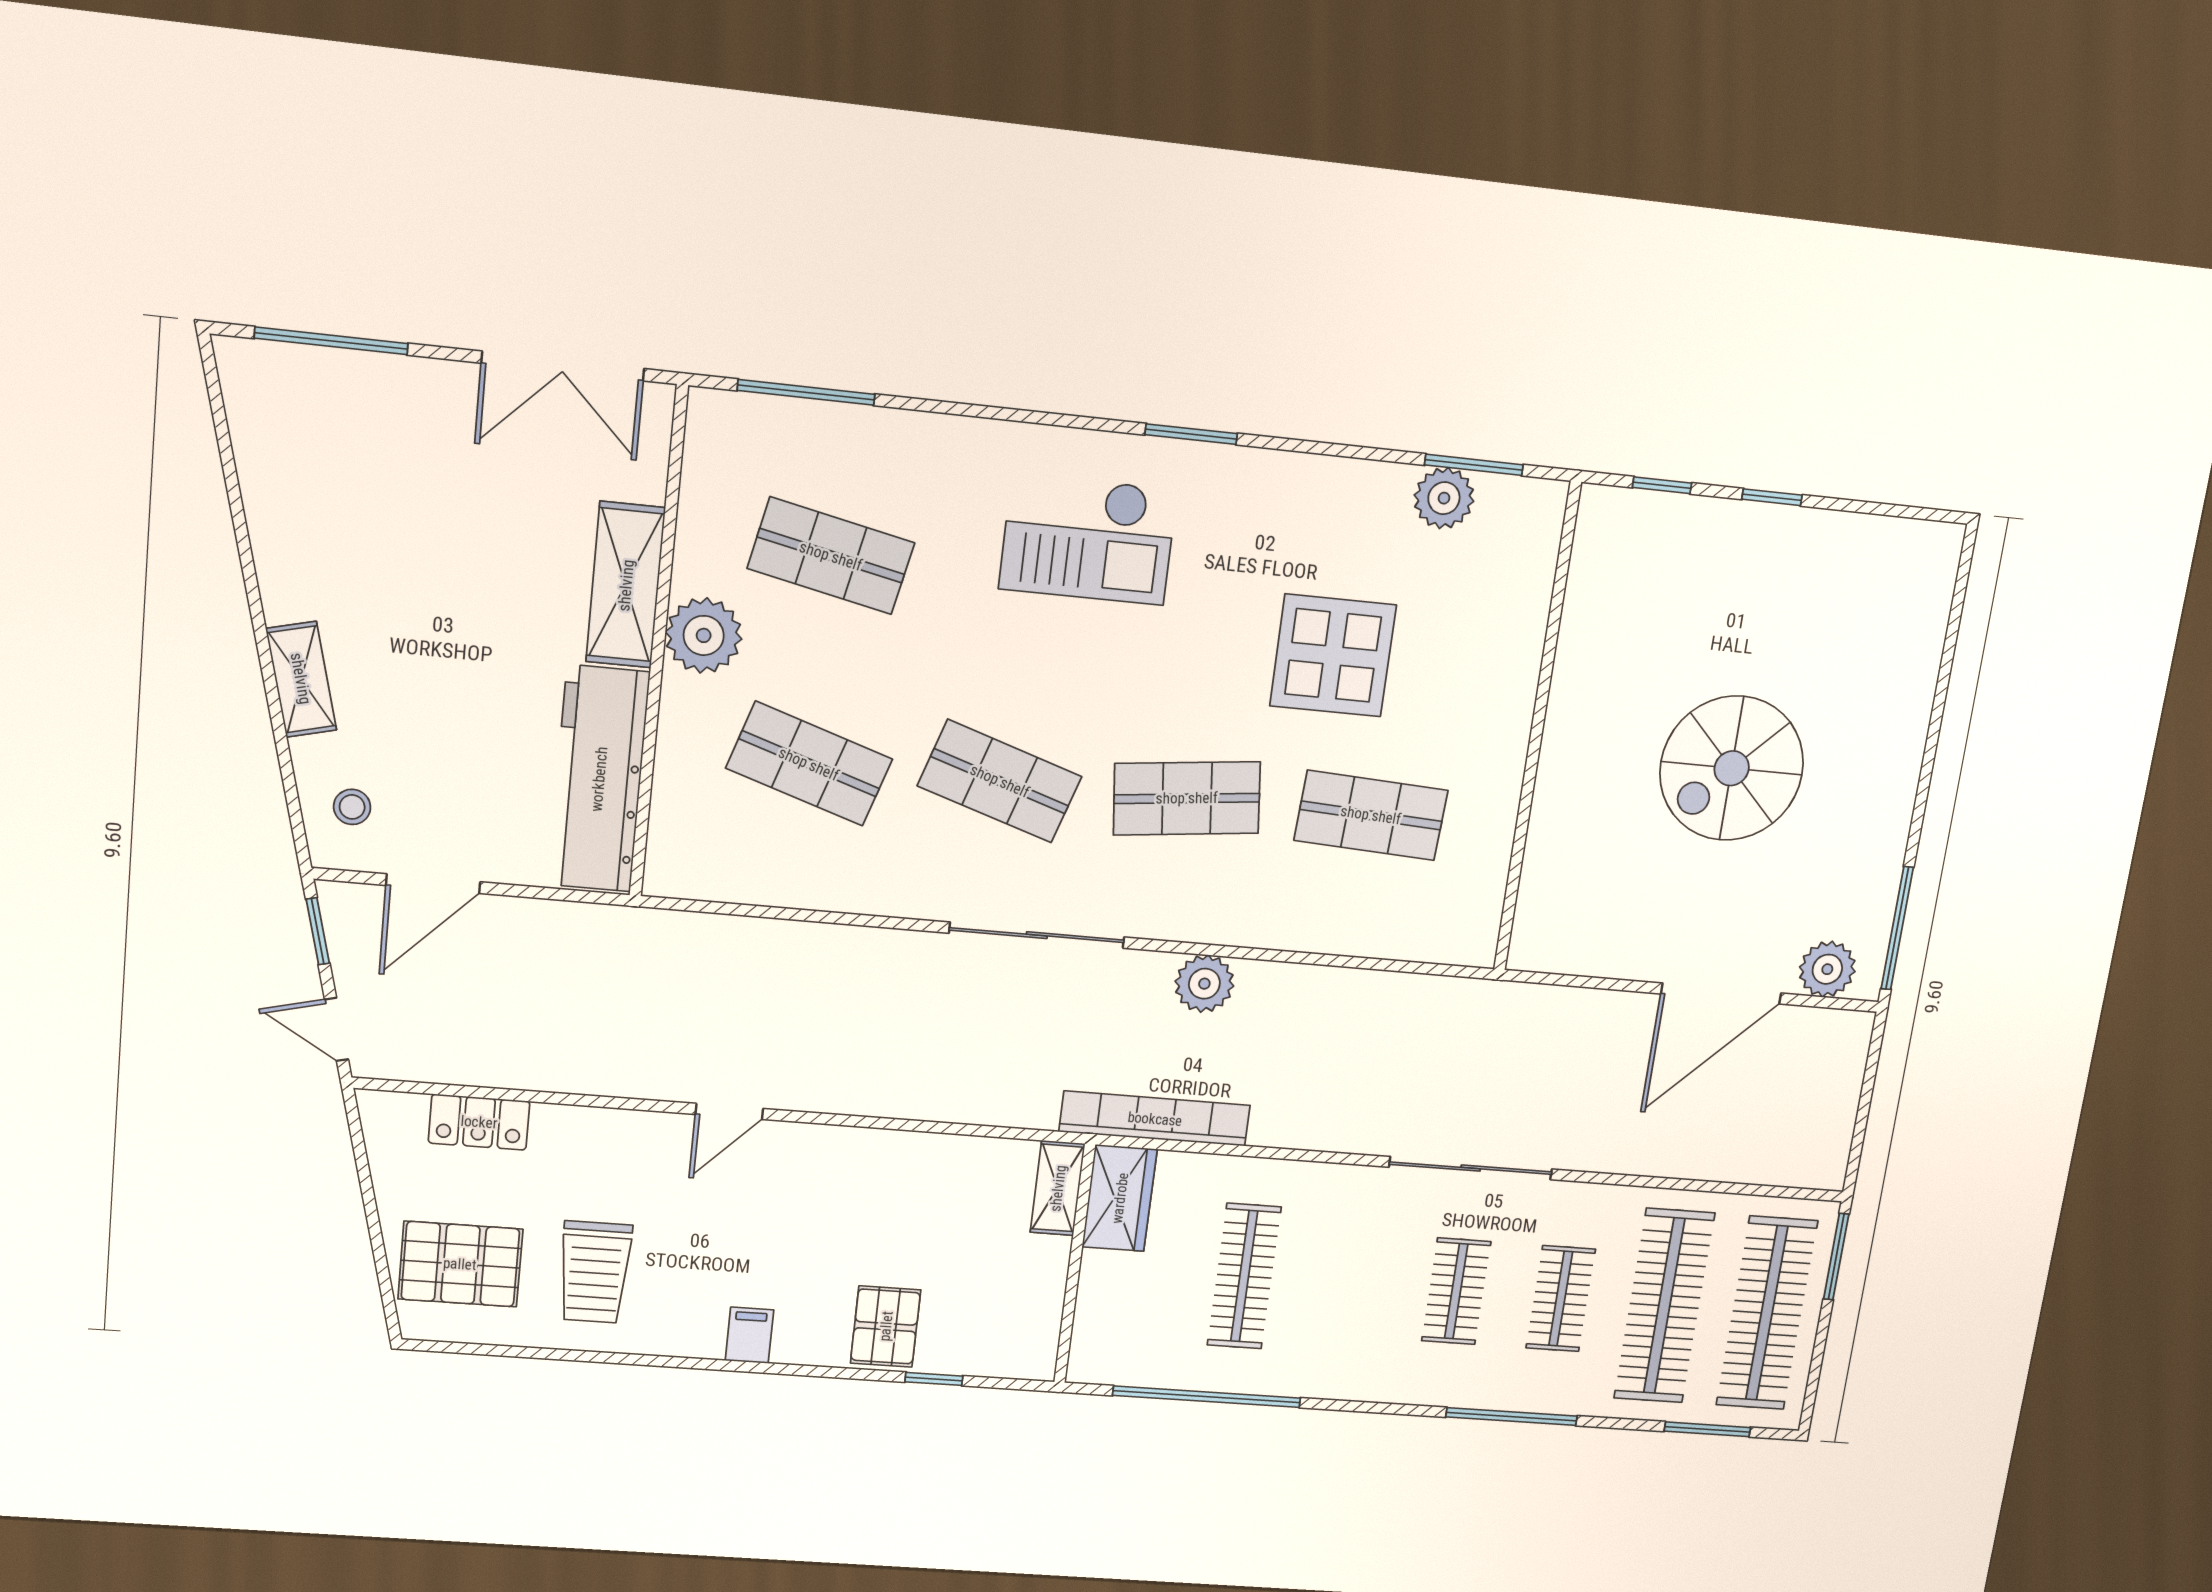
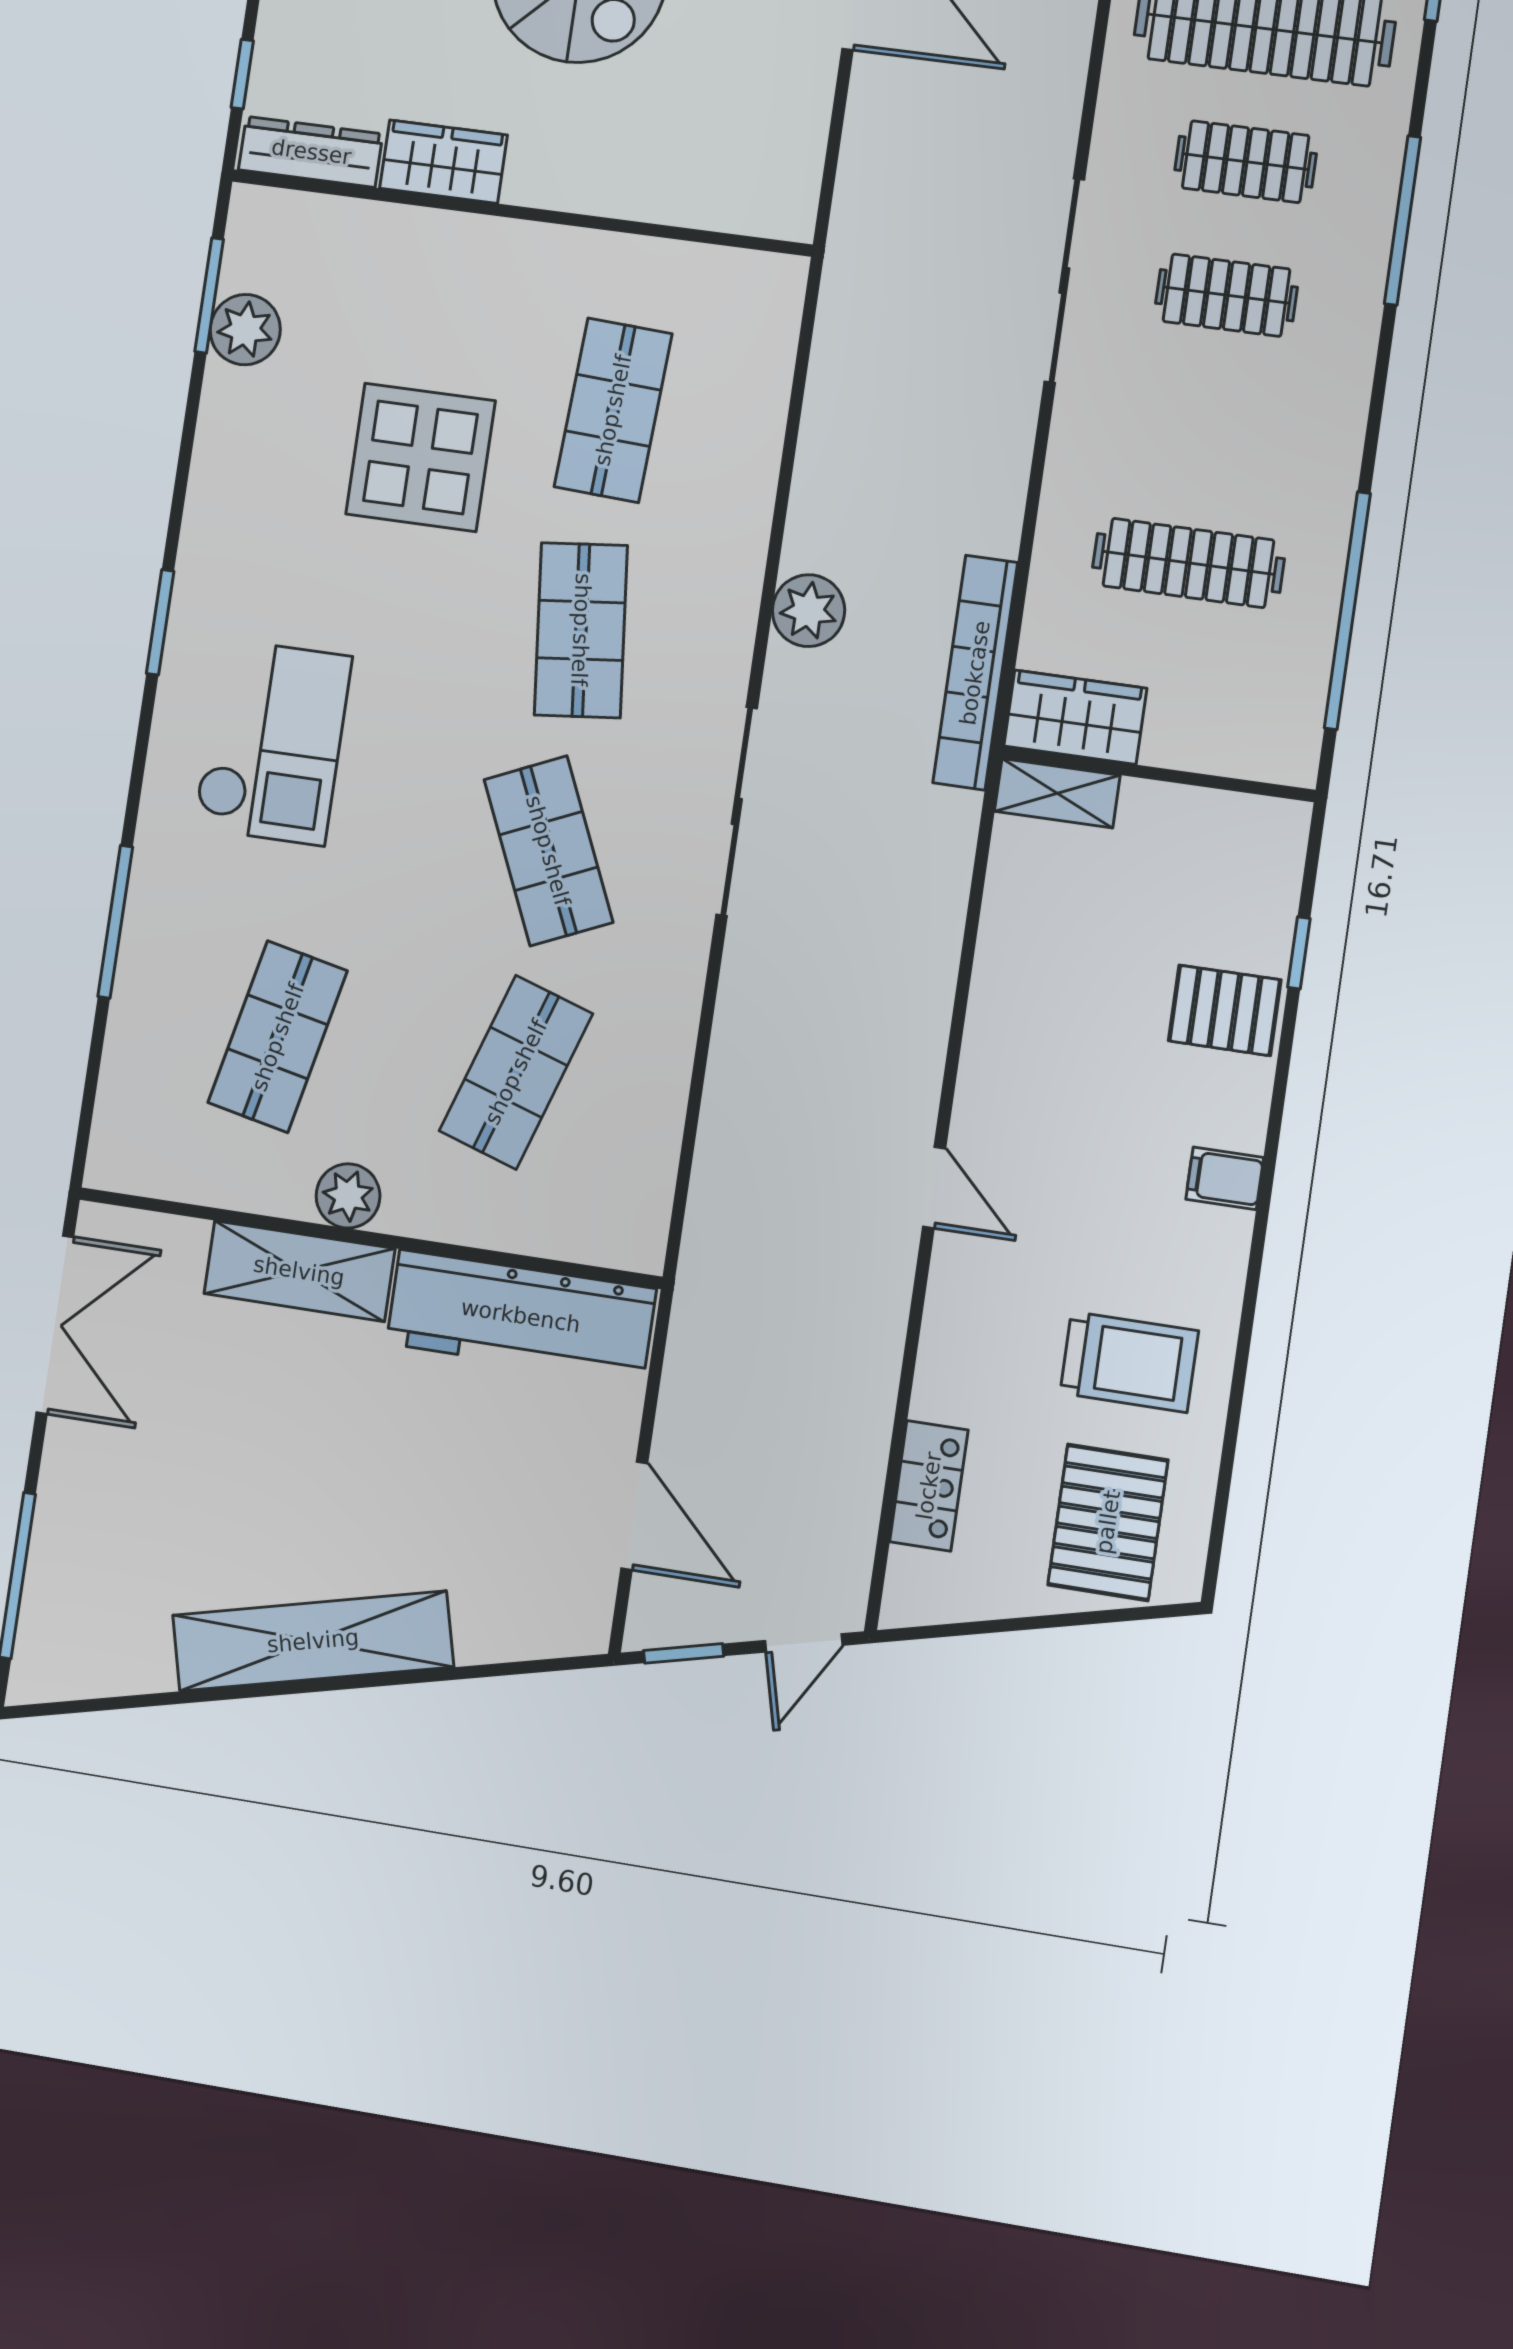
window: (806, 392) -> (115, 922), moved
dresser: (1594, 548) -> (311, 152), added
plant: (704, 635) -> (348, 1196), width x0.73, depth x0.73
wardrobe: (1582, 663) -> (443, 162), added
shelving: (301, 679) -> (313, 1641), width x2.20, depth x1.33
shop shelf: (1000, 781) -> (548, 851), turned -42
stool: (352, 807) -> (539, 1600), removed

